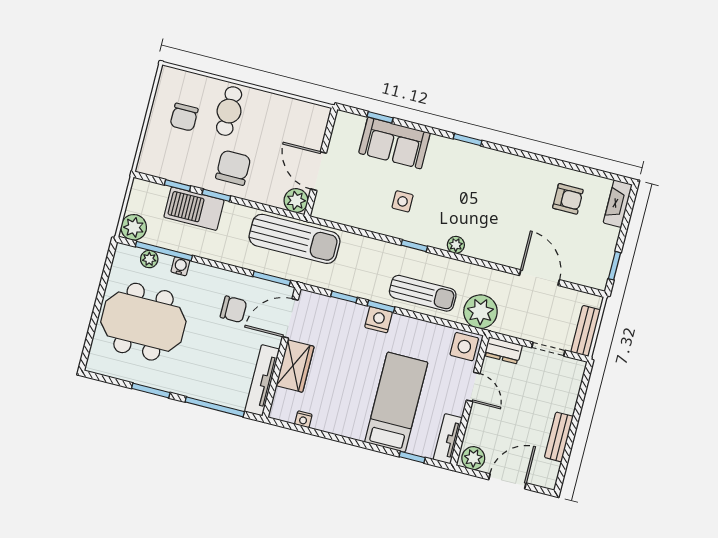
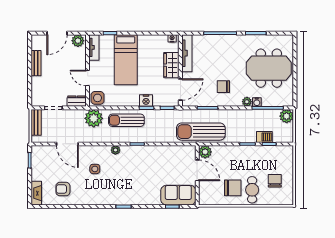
sofa: (394, 143) -> (178, 195), moved
chair: (233, 168) -> (233, 188), moved, turned -90
side table: (403, 201) -> (95, 169), moved
barbecue: (194, 209) -> (264, 137), width x0.53, depth x0.65
plant: (149, 259) -> (247, 102), moved
door: (290, 318) -> (180, 89), moved
wall: (282, 352) -> (180, 70), moved
wardrobe: (295, 366) -> (171, 65), moved
tv unit: (262, 380) -> (187, 53), moved

